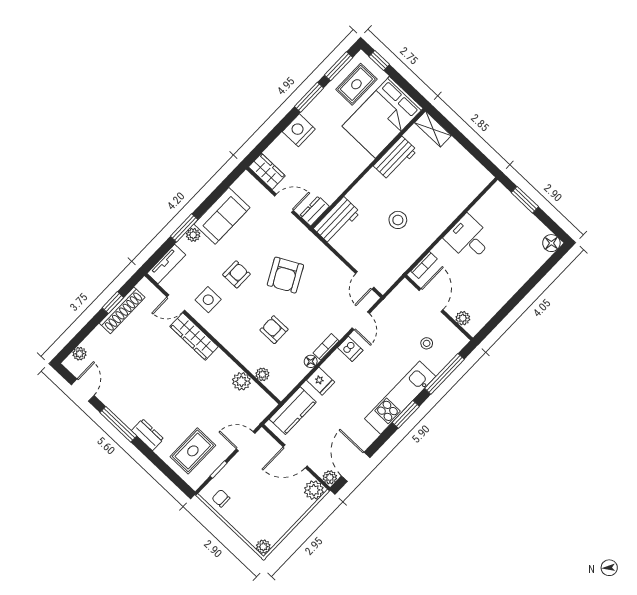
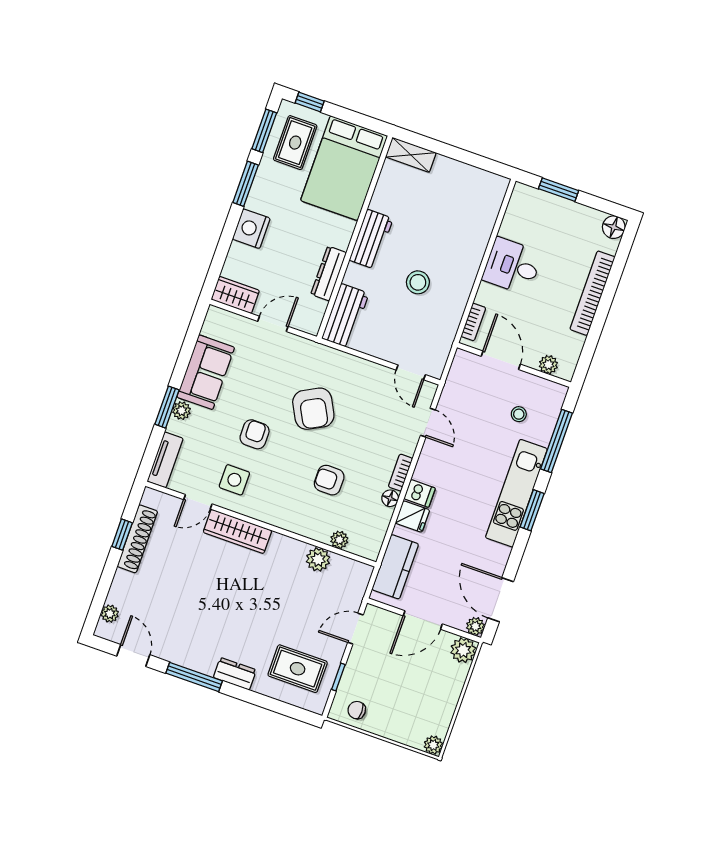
workbench: (395, 158) -> (371, 239), moved
dresser: (314, 211) -> (329, 273), moved, width x1.44
bookcase: (516, 282) -> (592, 293), added
dishwasher: (350, 349) -> (420, 493), moved
rug: (193, 451) -> (298, 669), turned 90

